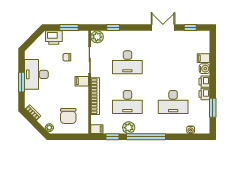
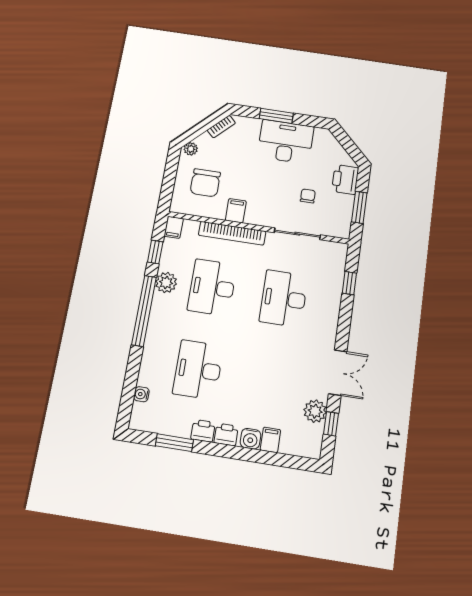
plant: (97, 37) -> (315, 411), moved
filing cabinet: (82, 81) -> (236, 211), moved
chair: (68, 116) -> (205, 183), turned -90

